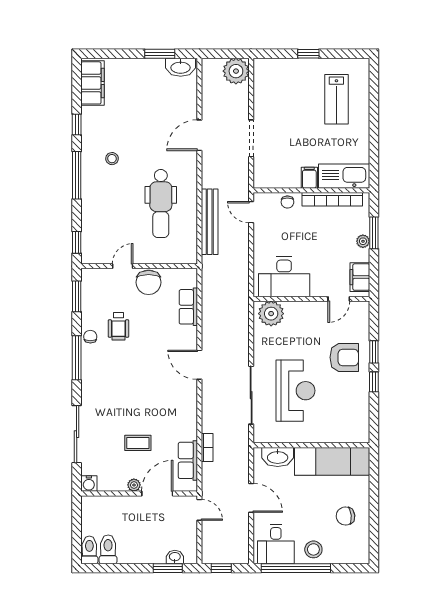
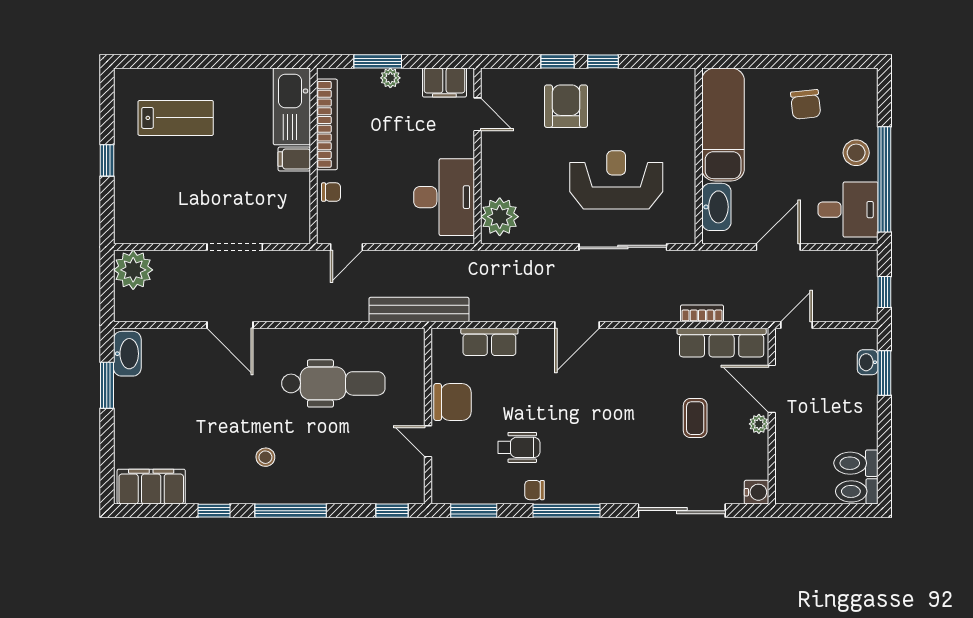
bench: (210, 222) -> (419, 310), moved
row of seats: (188, 460) -> (722, 343), width x1.48

